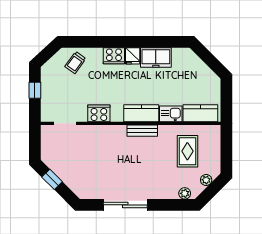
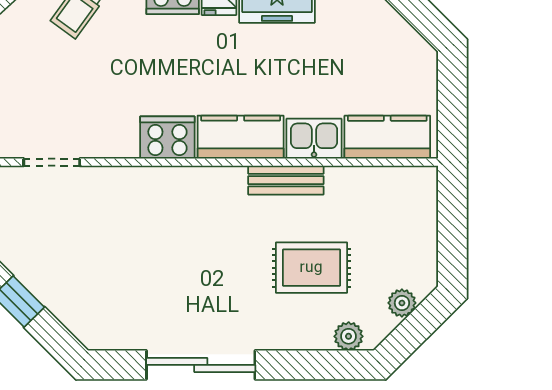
cooker: (99, 113) -> (167, 137), moved
bench: (142, 131) -> (286, 180), moved
rug: (187, 151) -> (311, 268), moved, turned 90

